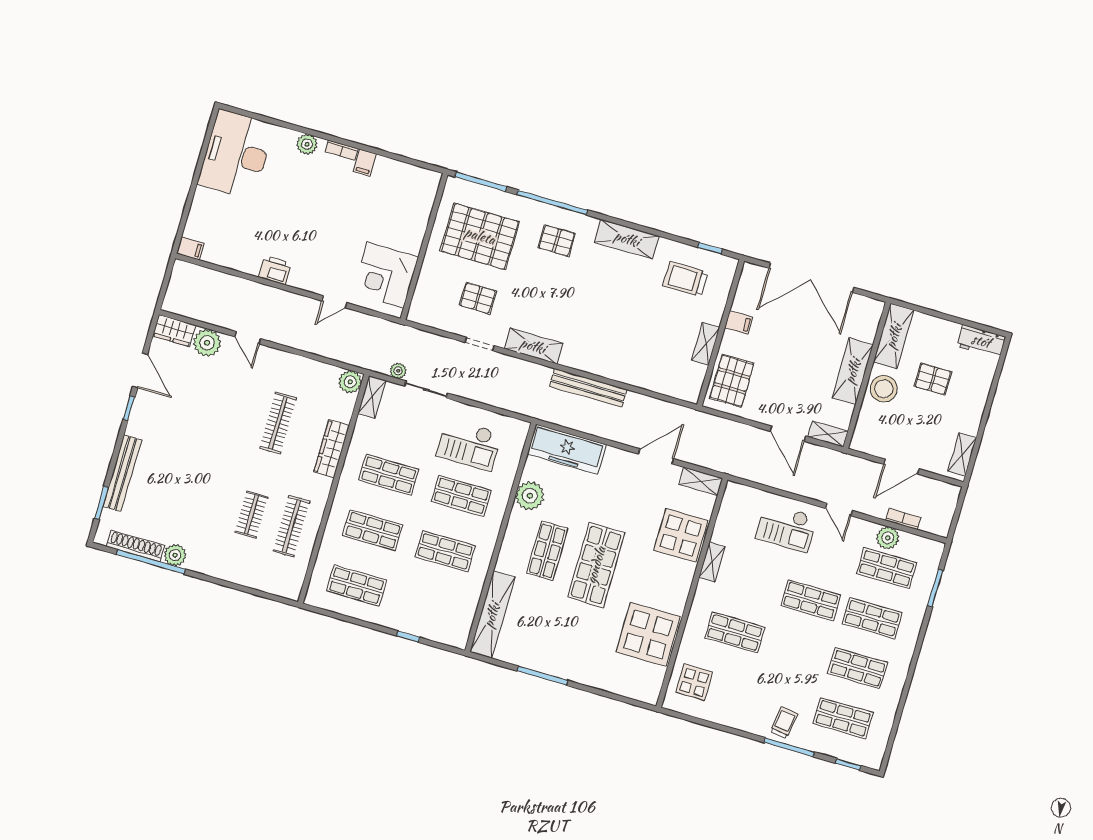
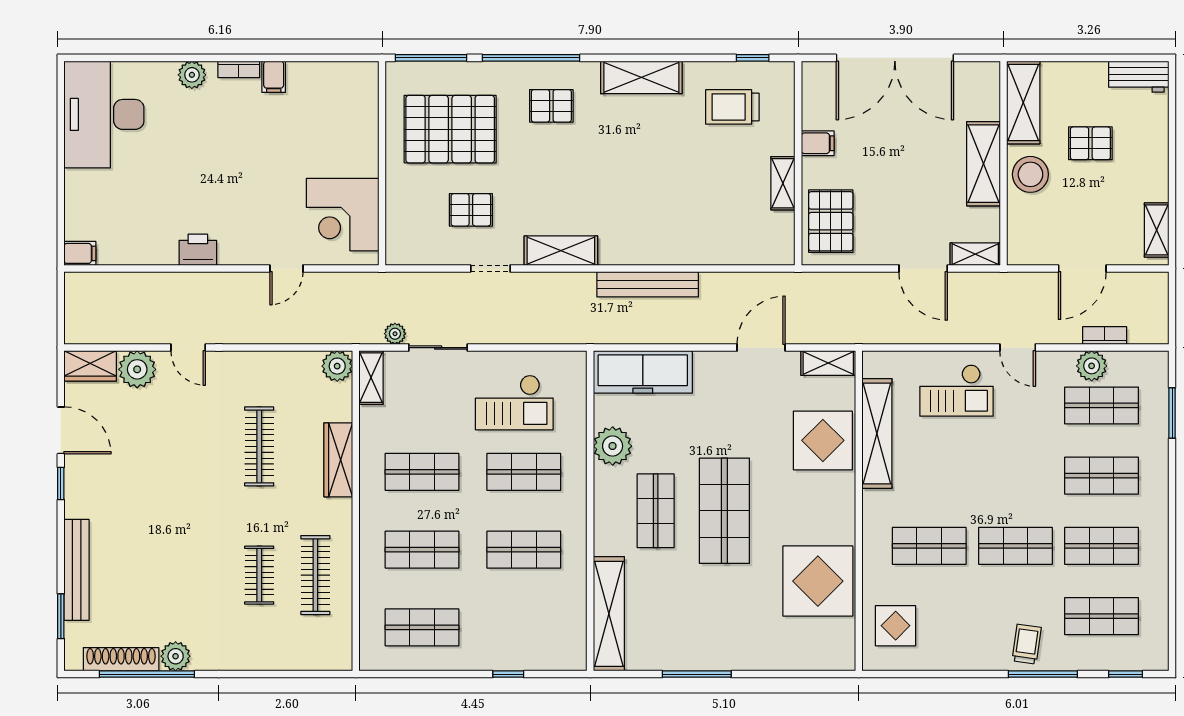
shelving: (712, 562) -> (877, 433), width x2.20, depth x1.33
shop shelf: (811, 600) -> (1015, 546), moved

